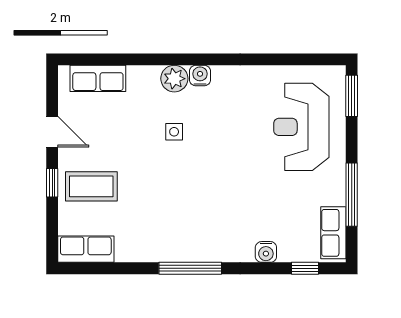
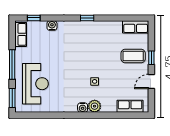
door: (52, 132) -> (151, 81), hinge flipped
window: (352, 195) -> (12, 65), moved
window: (190, 268) -> (87, 18), width x0.46

